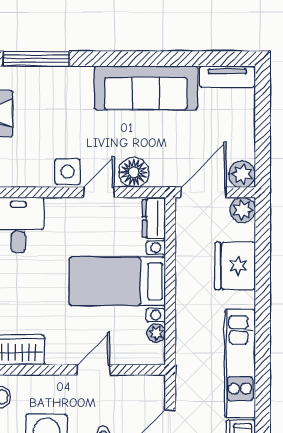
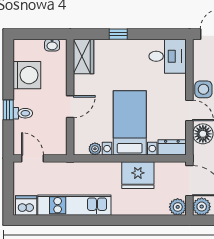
fridge: (235, 266) -> (138, 175), moved, turned 180
door: (93, 370) -> (70, 107), hinge flipped

